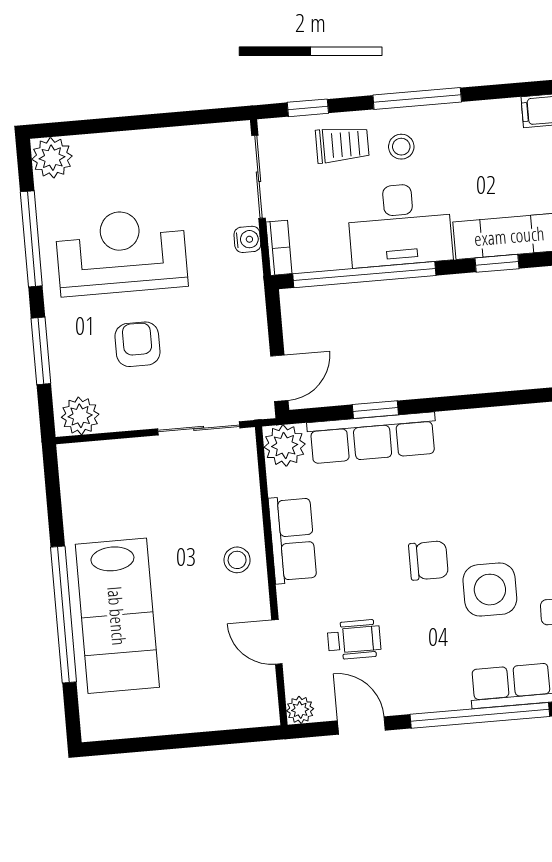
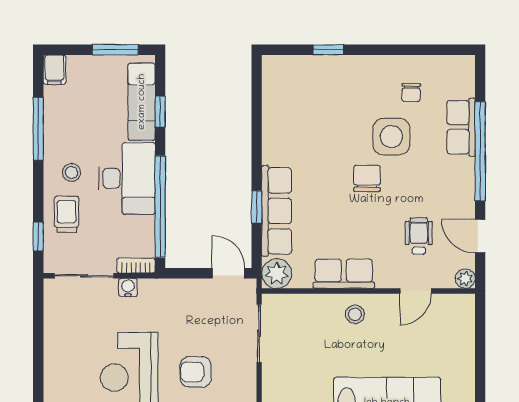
window: (417, 98) -> (38, 129), moved
door: (361, 726) -> (480, 236), hinge flipped

